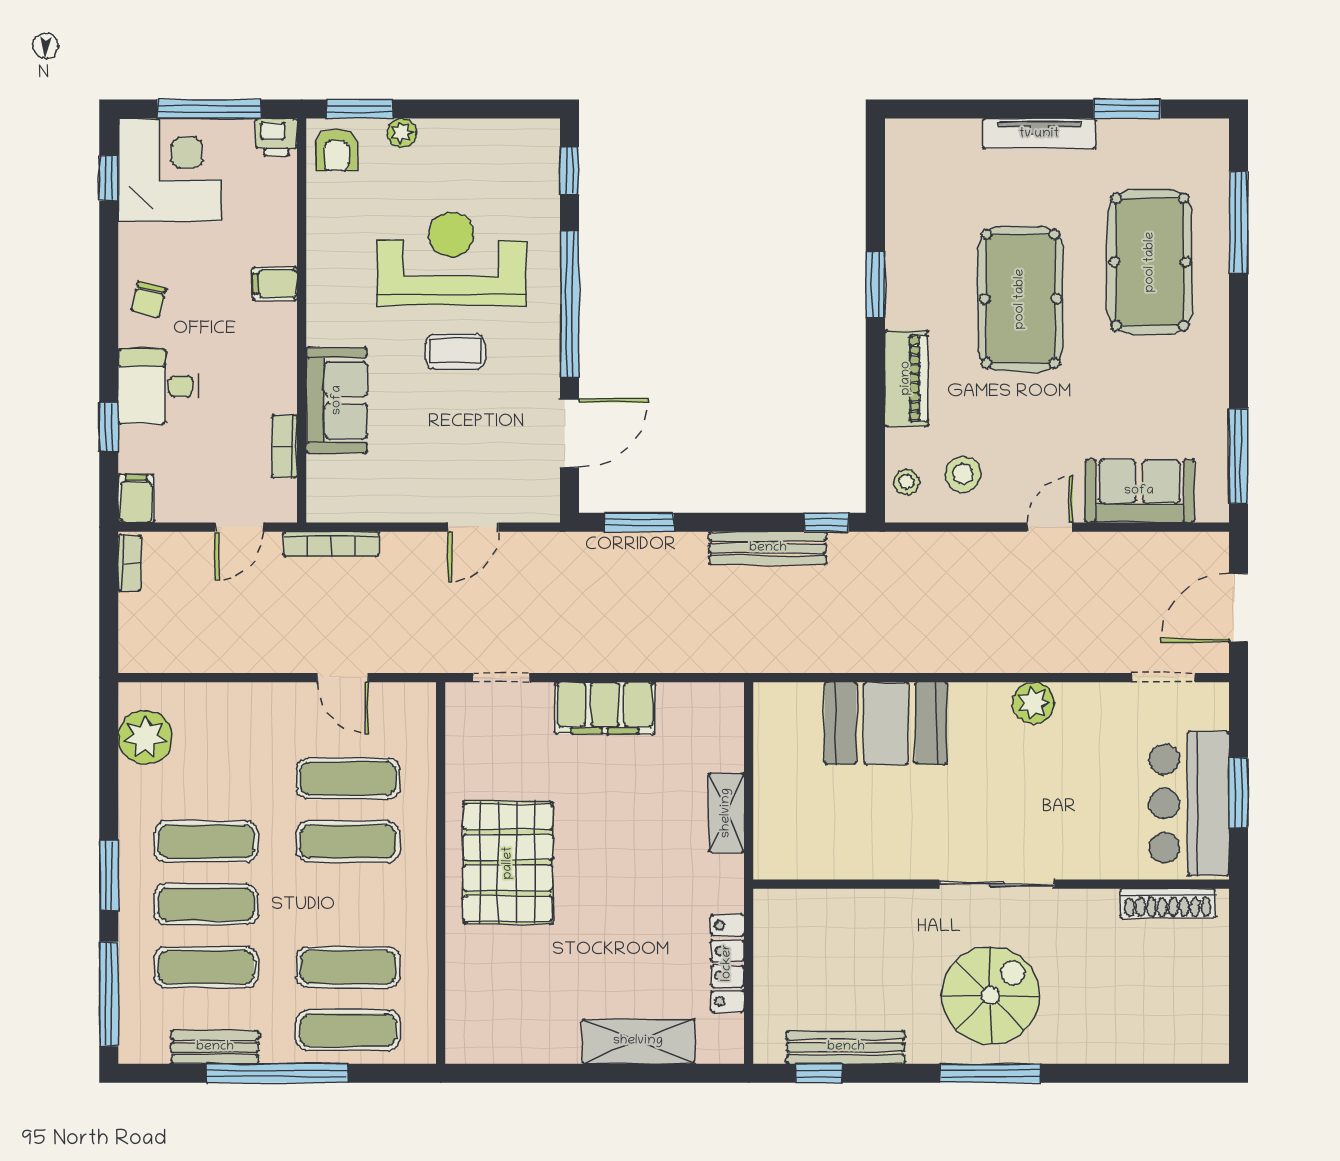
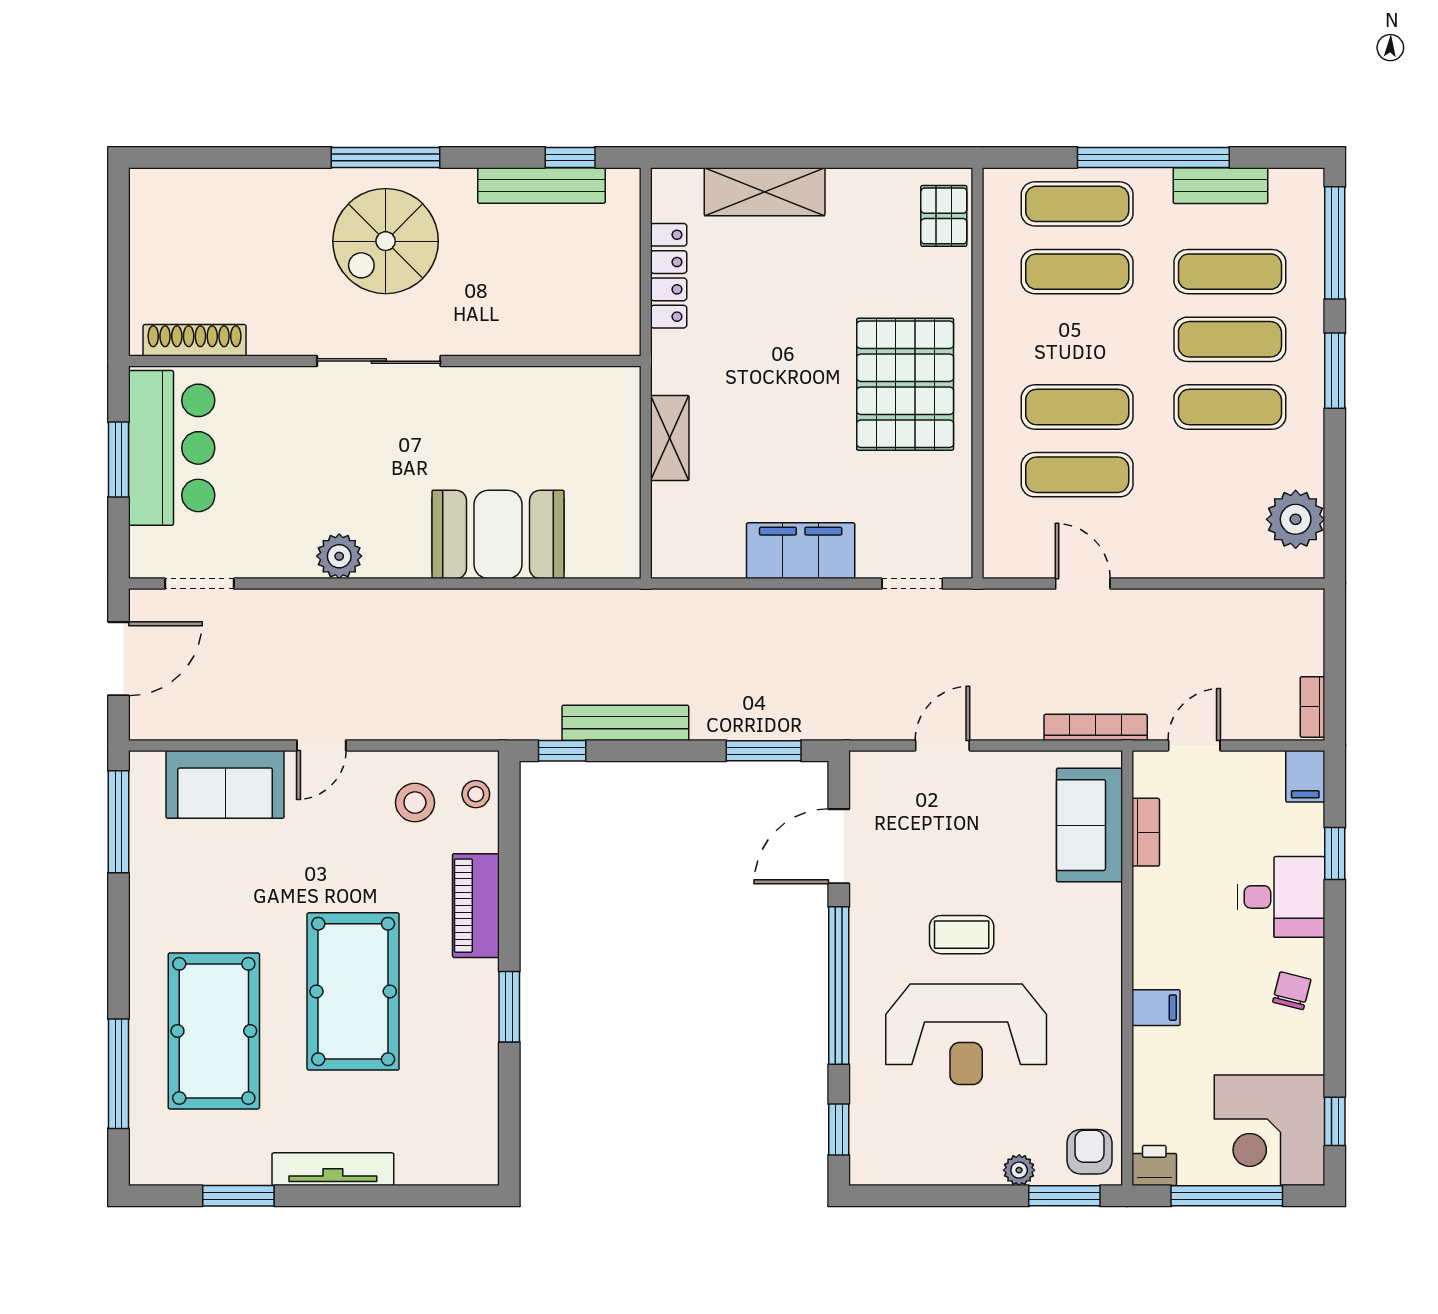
sofa: (337, 400) -> (1089, 825), moved
pallet: (472, 1019) -> (944, 216), added

